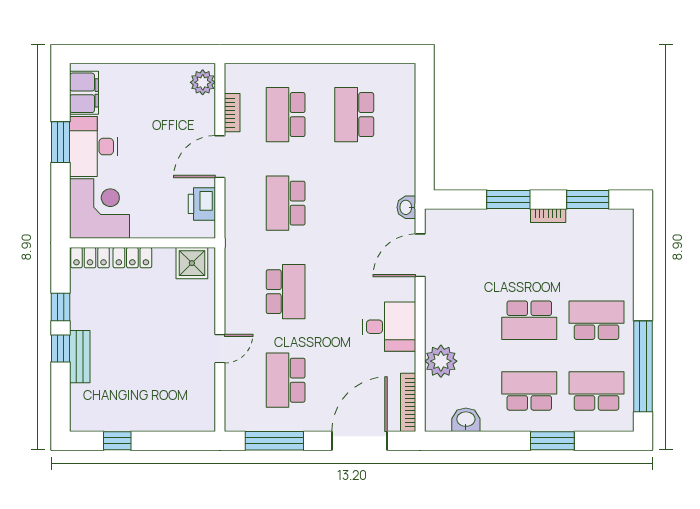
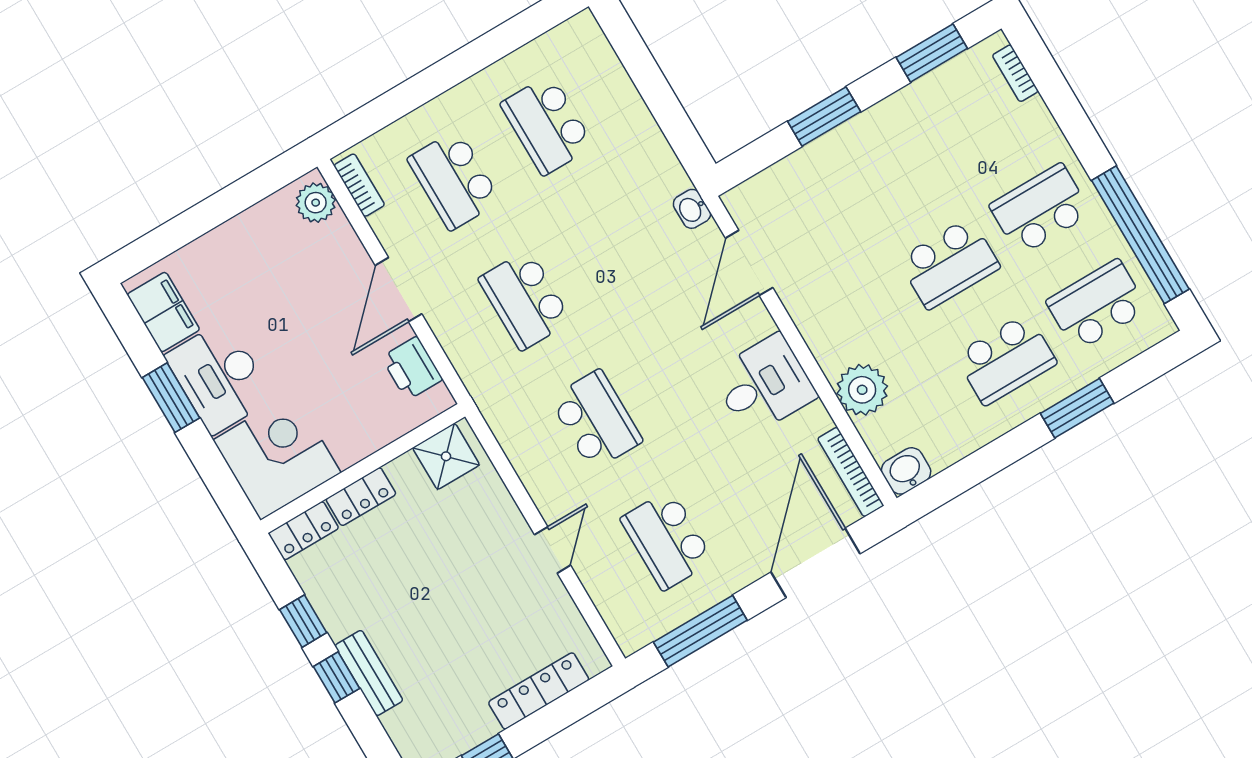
bookcase: (232, 113) -> (359, 185), moved
bookcase: (548, 216) -> (1015, 73), moved, turned 90
school desk: (529, 391) -> (1006, 359), turned 180
washbasin: (466, 420) -> (906, 471), moved
locker: (167, 421) -> (539, 691), added

